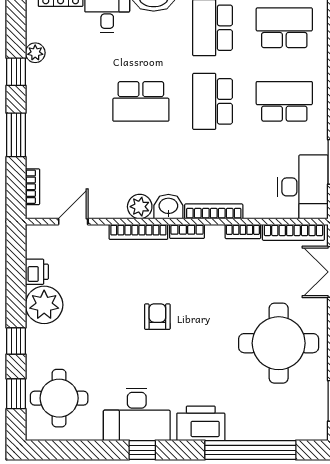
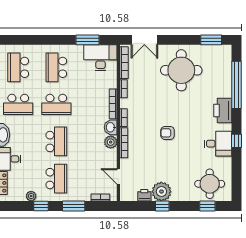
school desk: (69, 101) -> (56, 179), added
window: (16, 341) -> (162, 206), moved
desk: (137, 414) -> (218, 144), width x0.73

